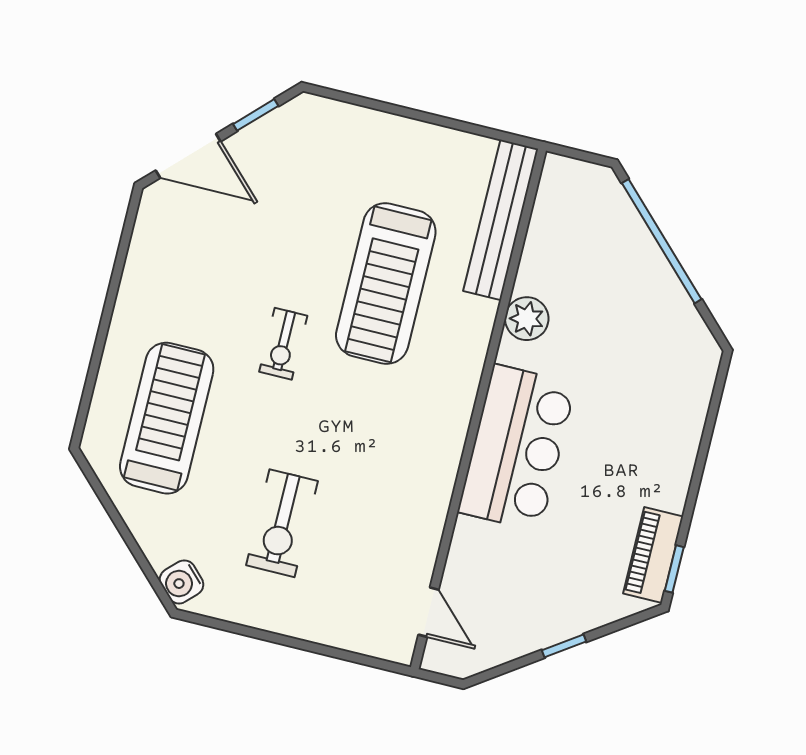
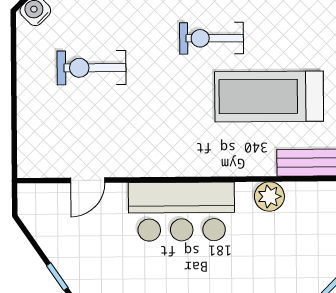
exercise bike: (283, 344) -> (212, 38), width x1.38, depth x1.39
door: (428, 612) -> (88, 180), moved

